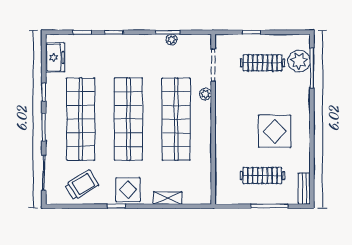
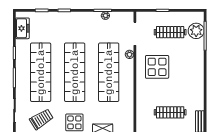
display table: (275, 131) -> (157, 67), moved

